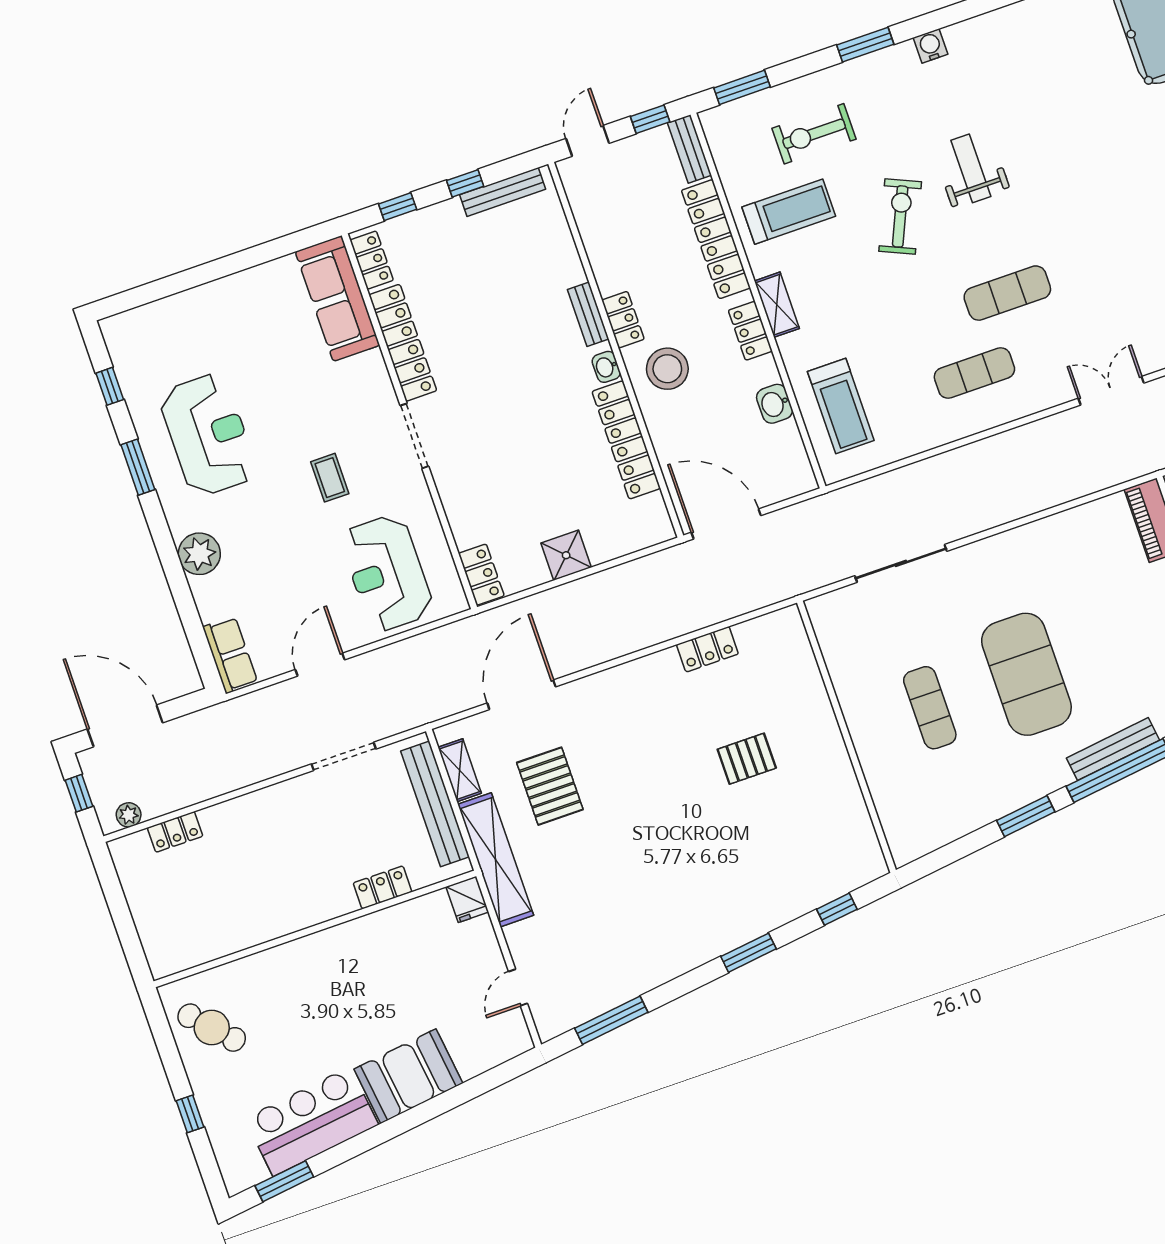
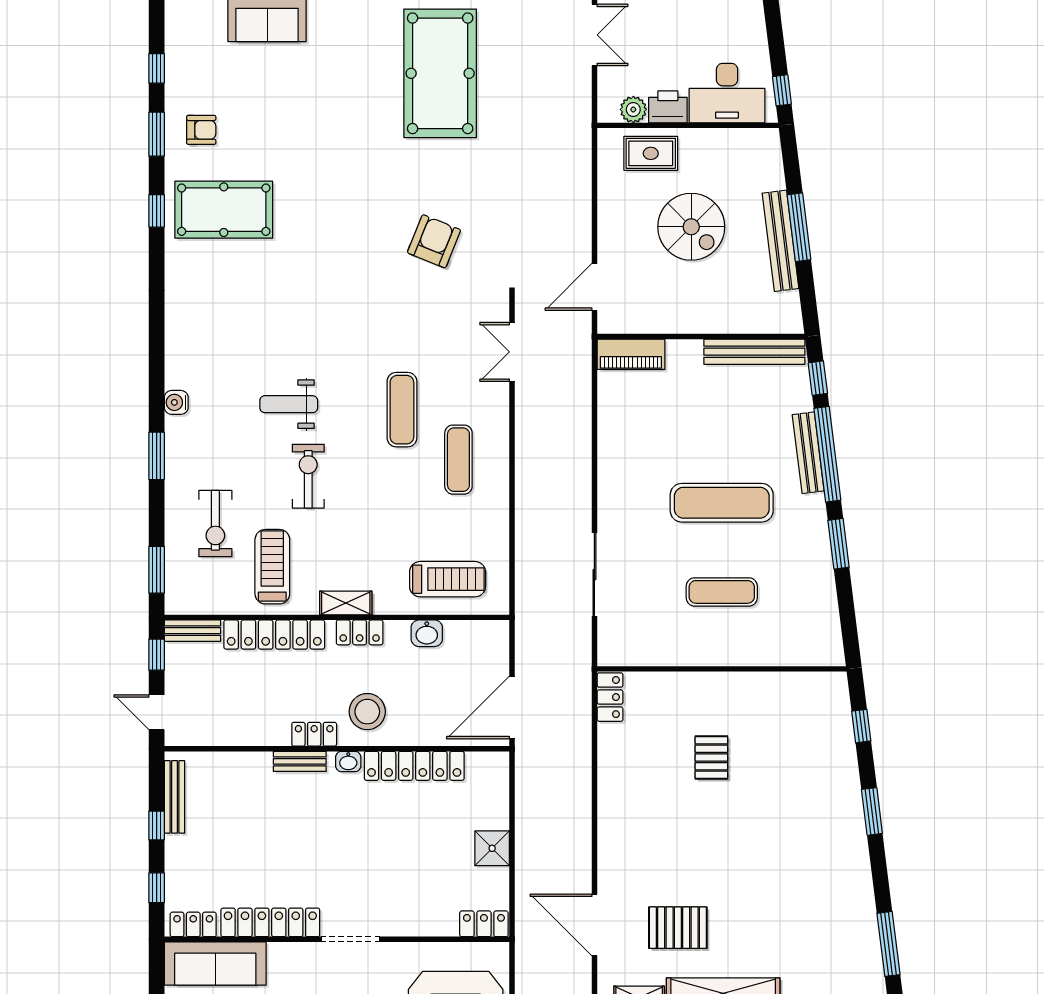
exercise bike: (900, 216) -> (308, 476), turned 66
locker: (707, 649) -> (610, 697), moved
exercise mat: (1026, 674) -> (722, 503), width x0.68

